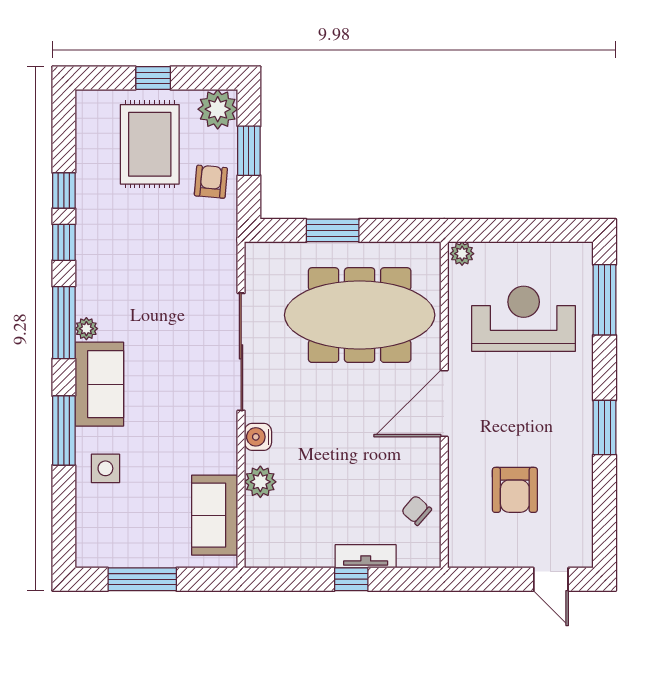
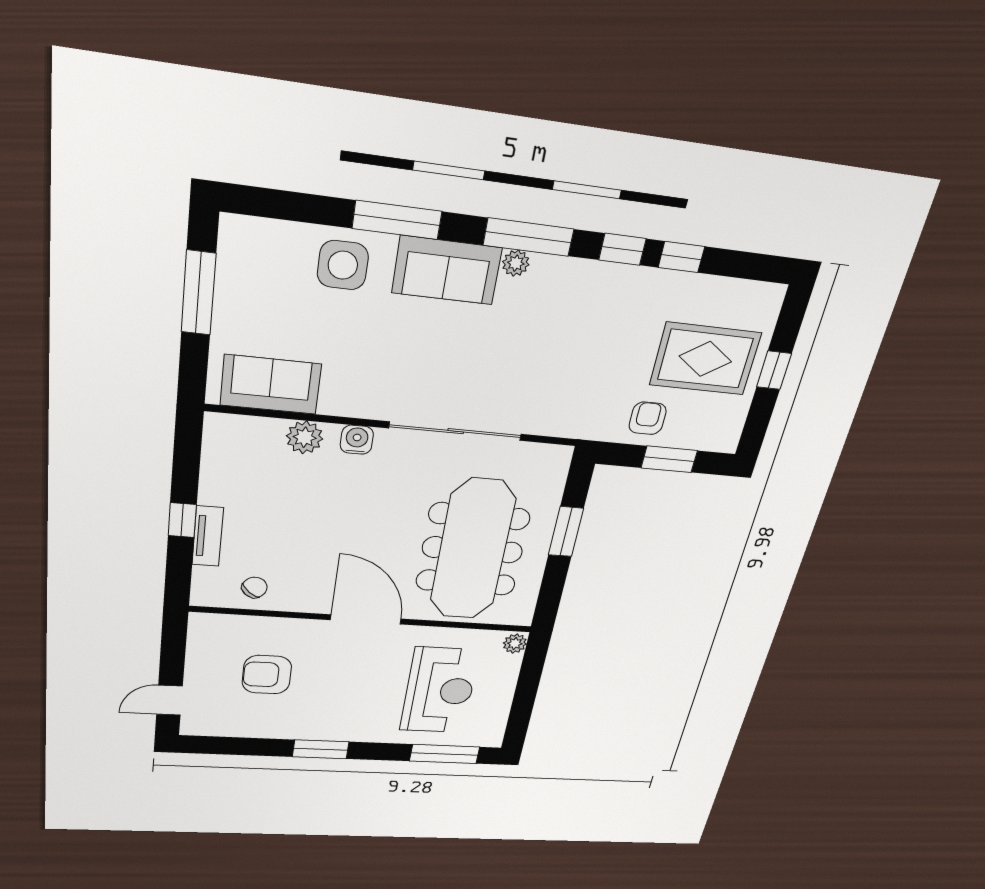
plant: (218, 109) -> (721, 433), removed
armchair: (211, 182) -> (648, 418), turned -95
side table: (105, 468) -> (343, 265), width x1.37, depth x1.37

